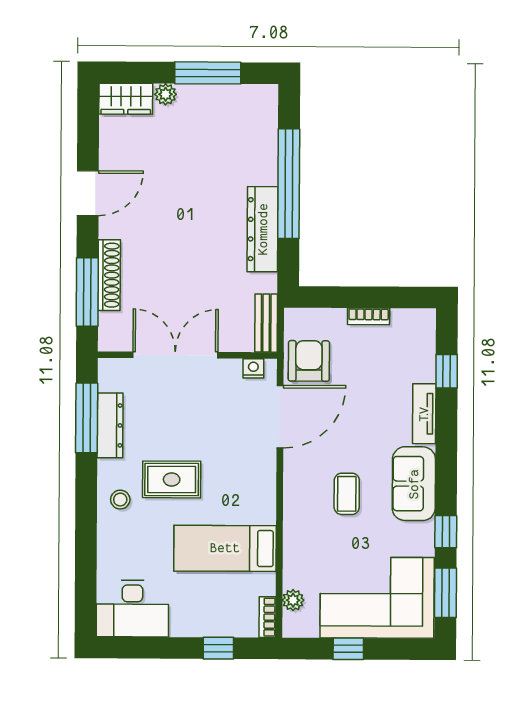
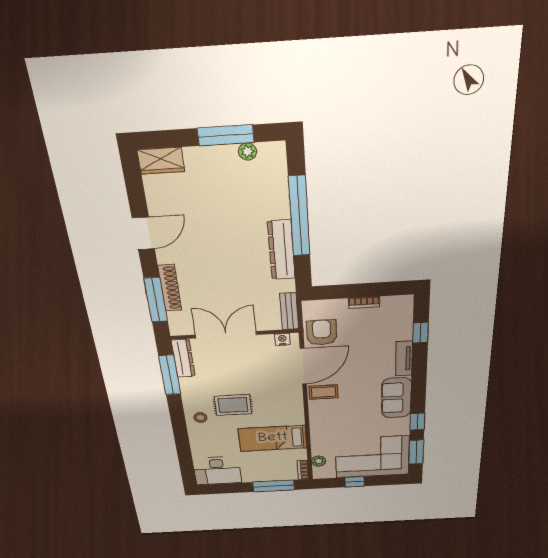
plant: (166, 94) -> (247, 152), moved
dresser: (110, 425) -> (183, 358), moved
coffee table: (347, 494) -> (324, 392), moved, turned 90
window: (218, 648) -> (274, 486), width x2.17

